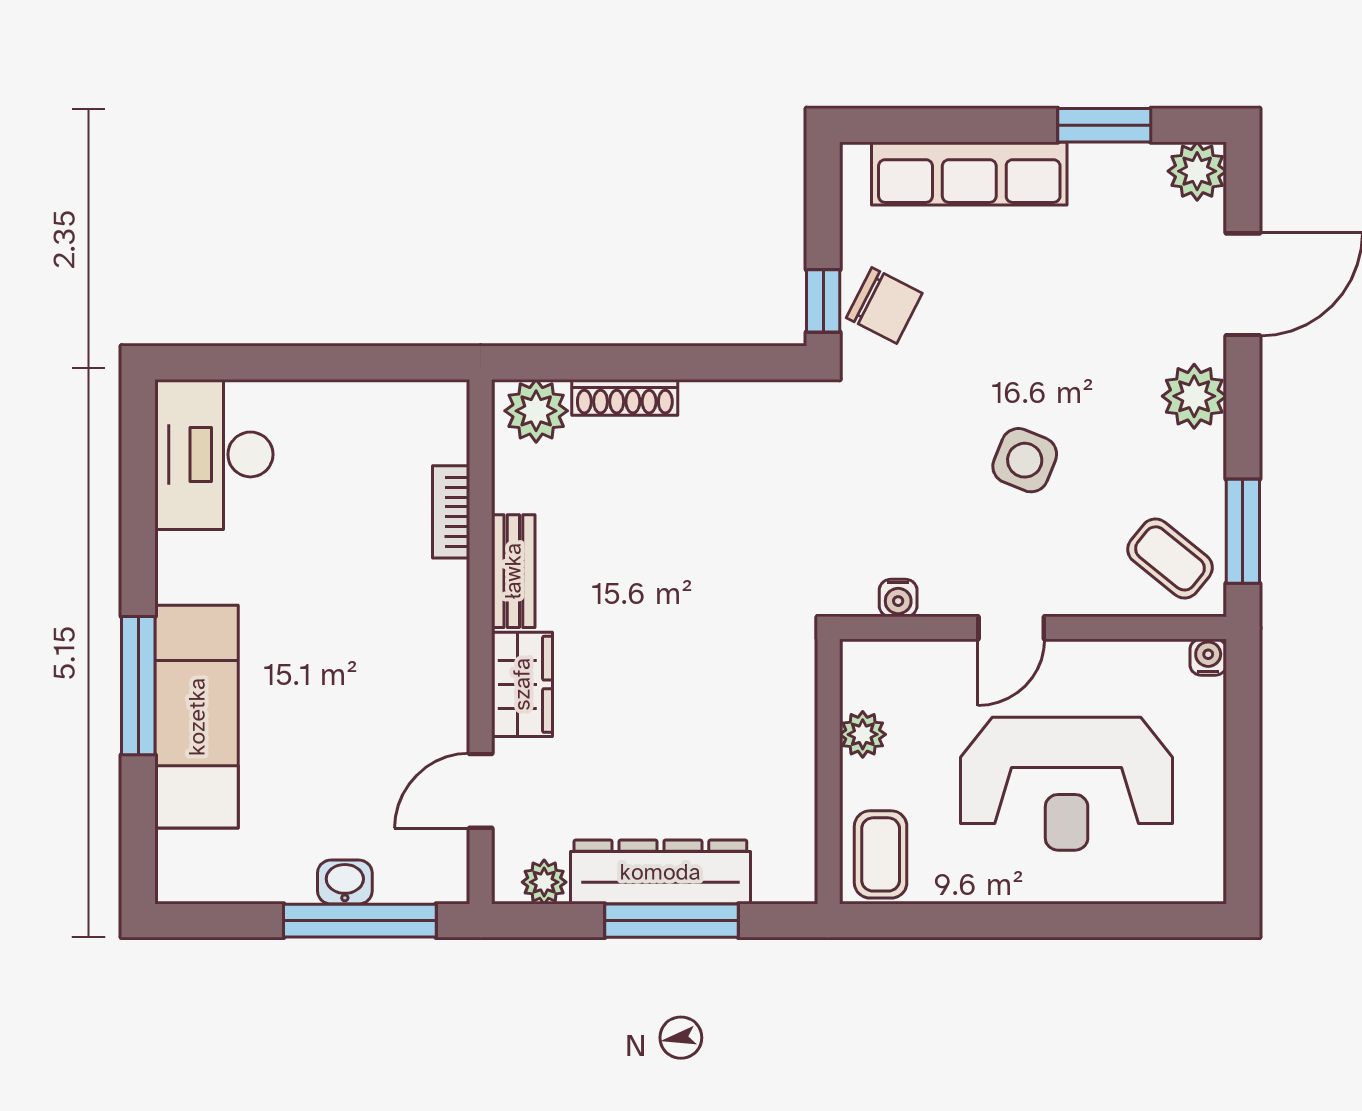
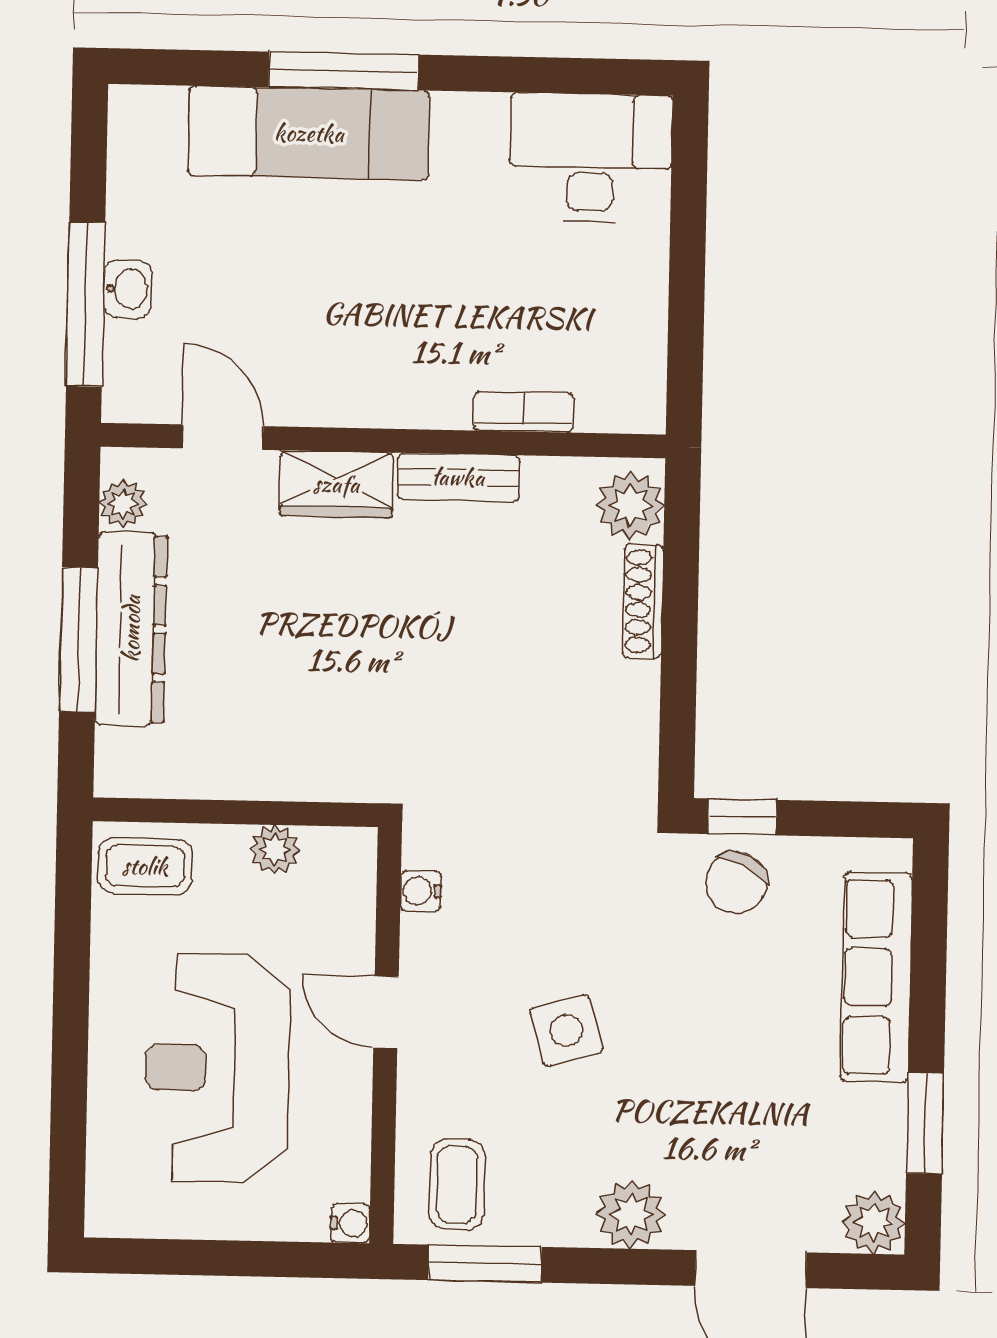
side table: (1025, 460) -> (566, 1030), turned -38
coffee table: (1170, 558) -> (457, 1184), turned -39

